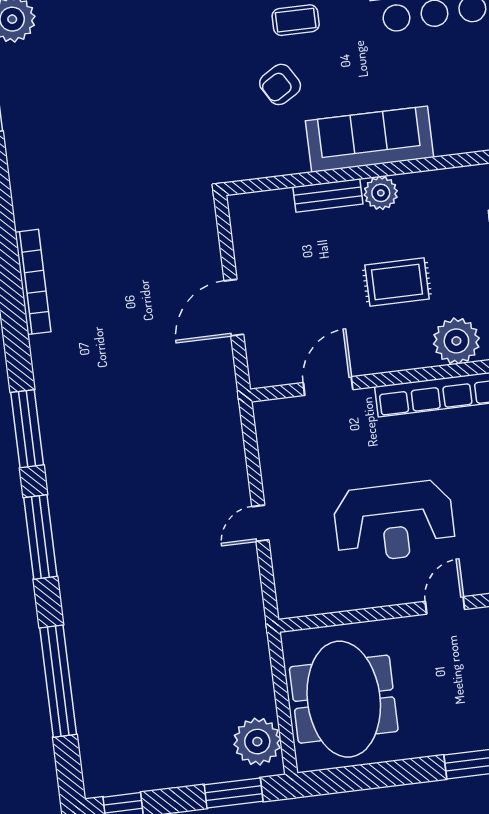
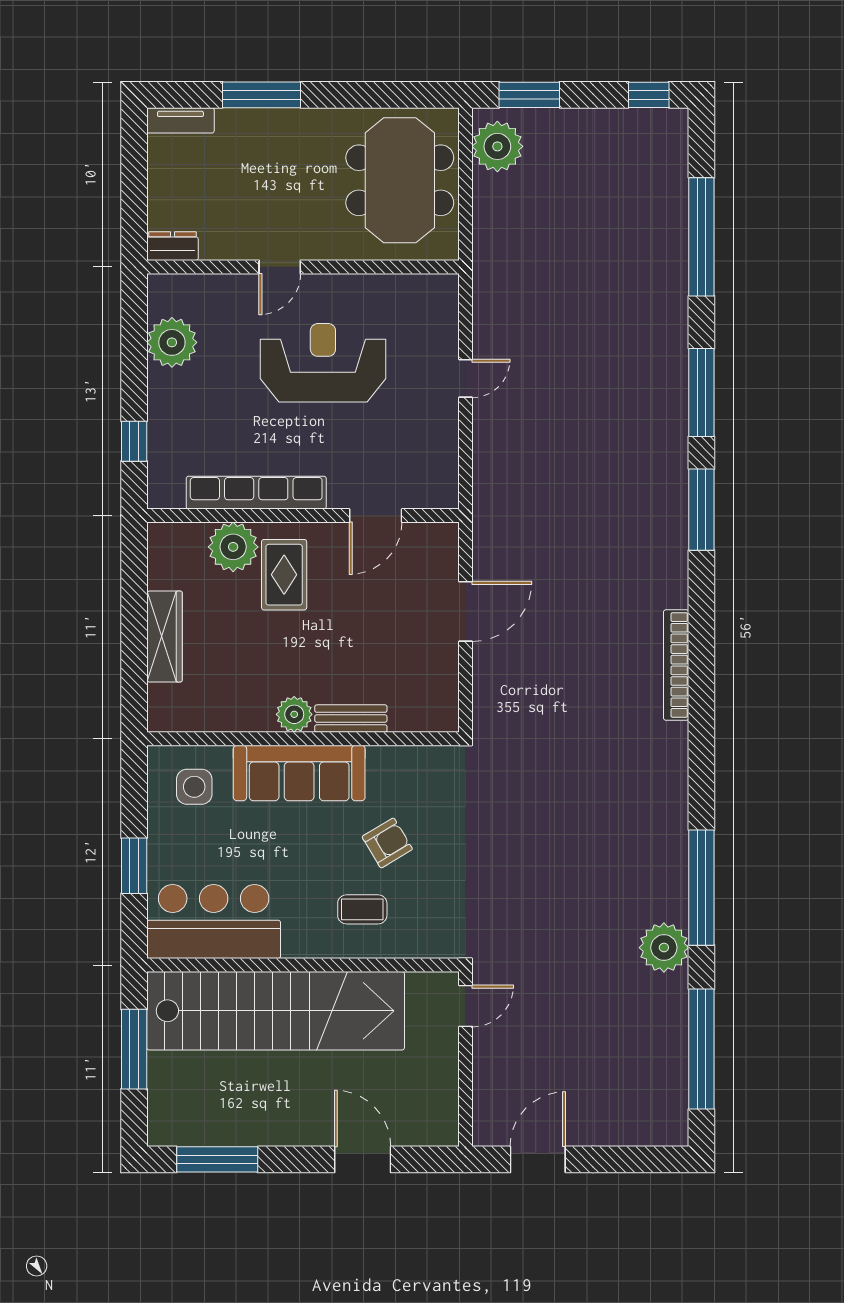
side table: (465, 114) -> (194, 787), added
rug: (397, 282) -> (284, 575), moved, turned 90

